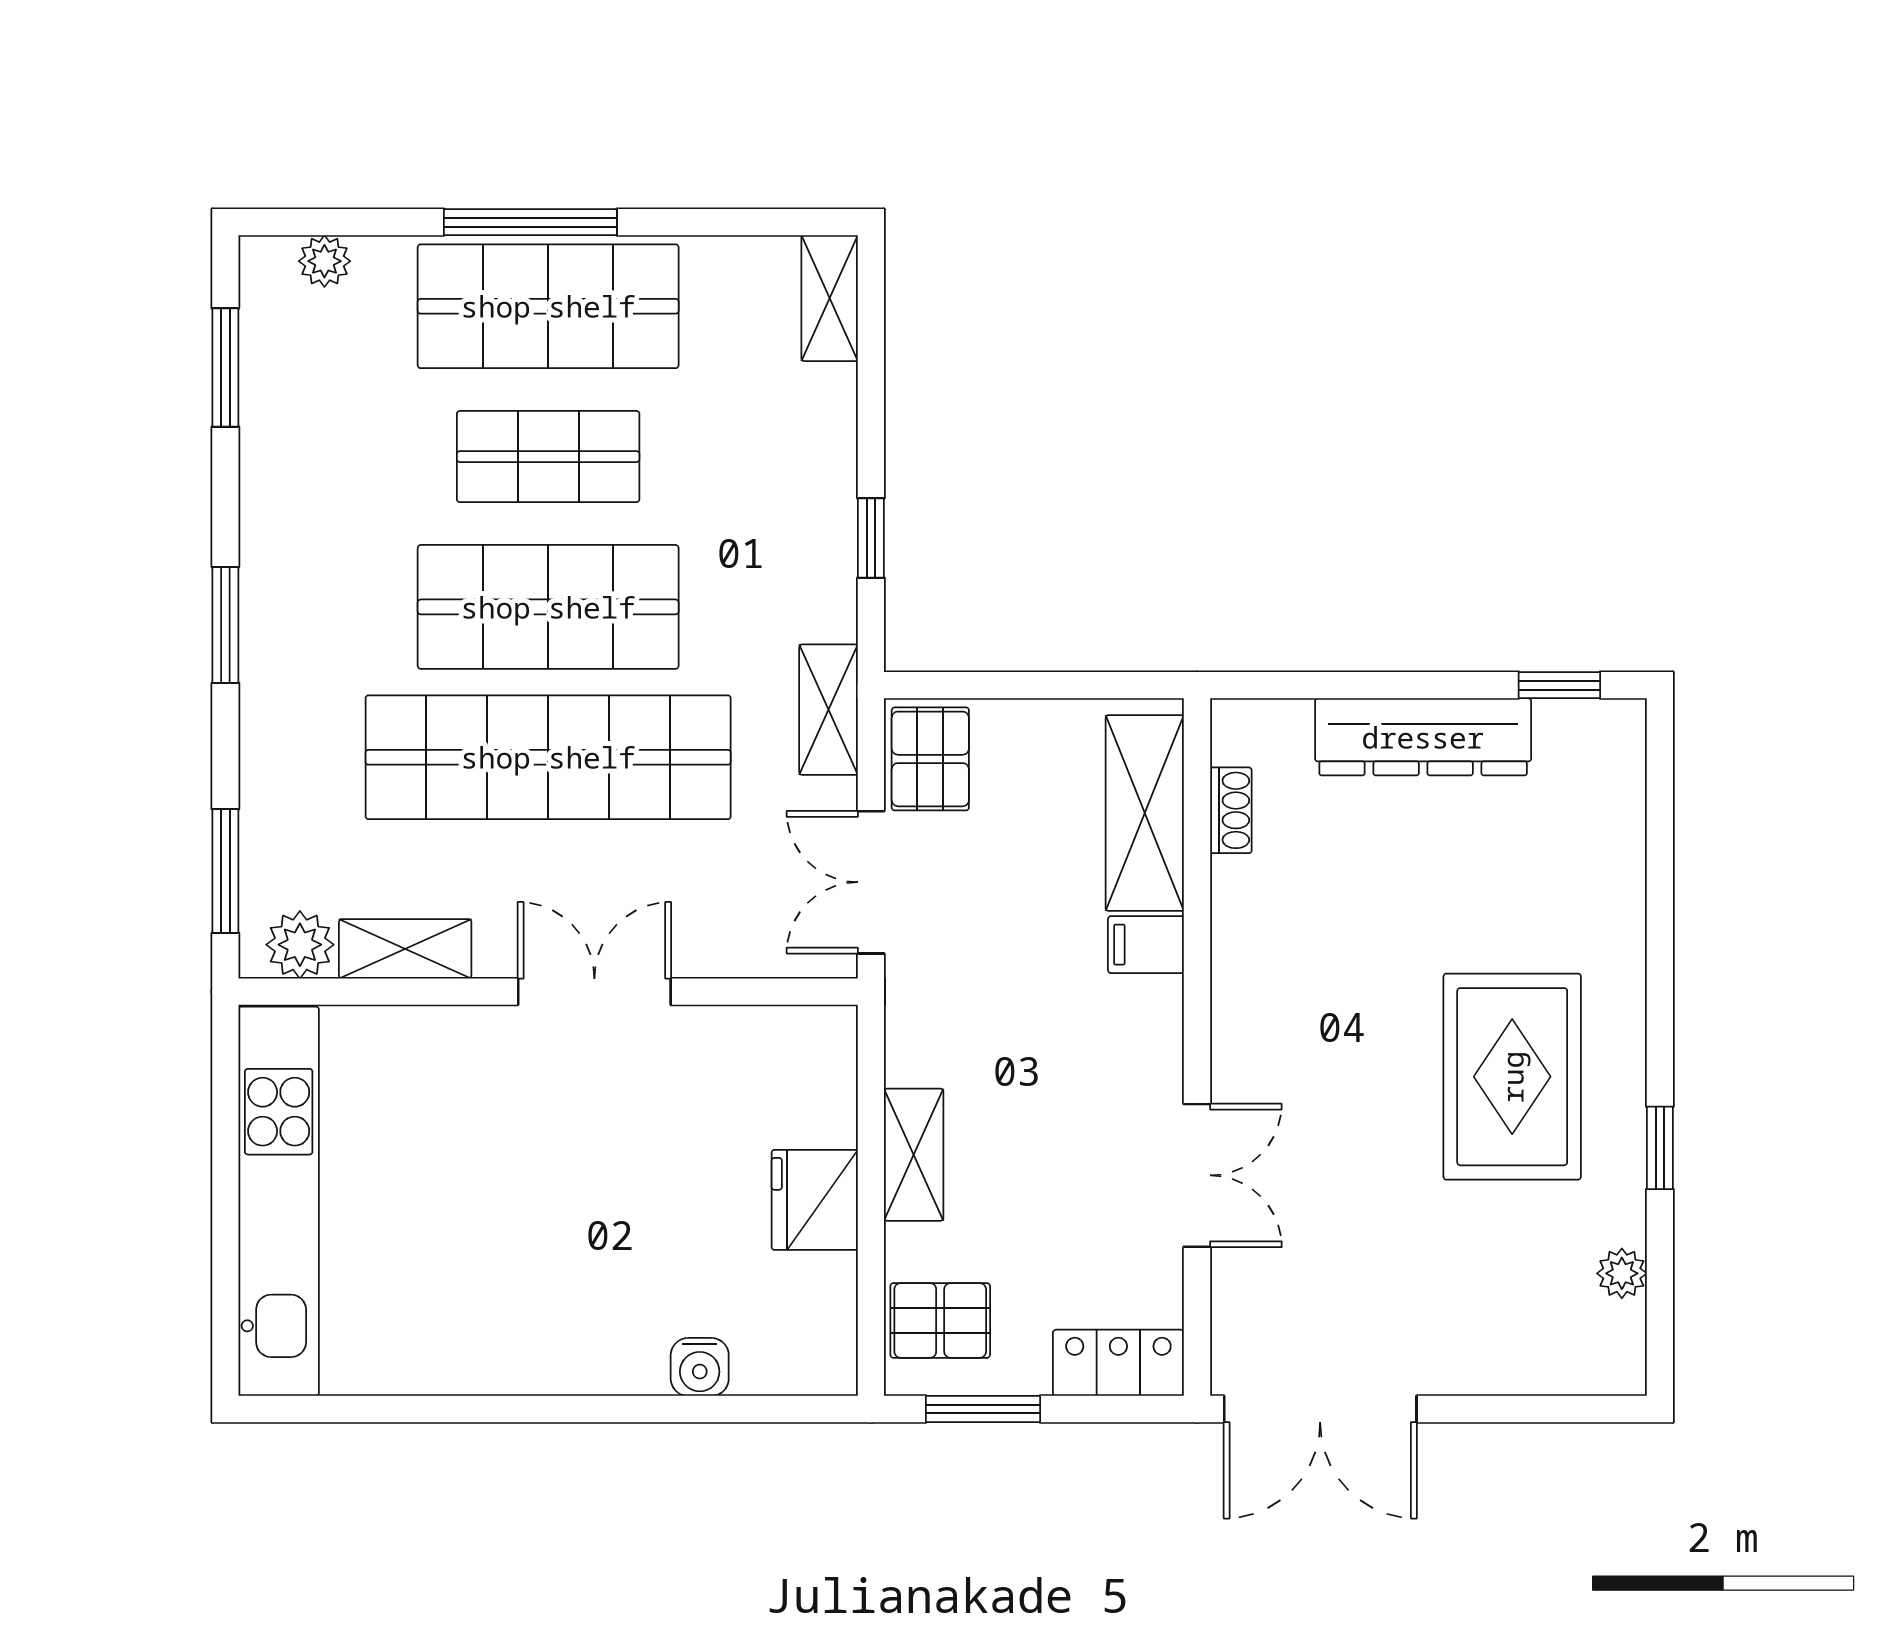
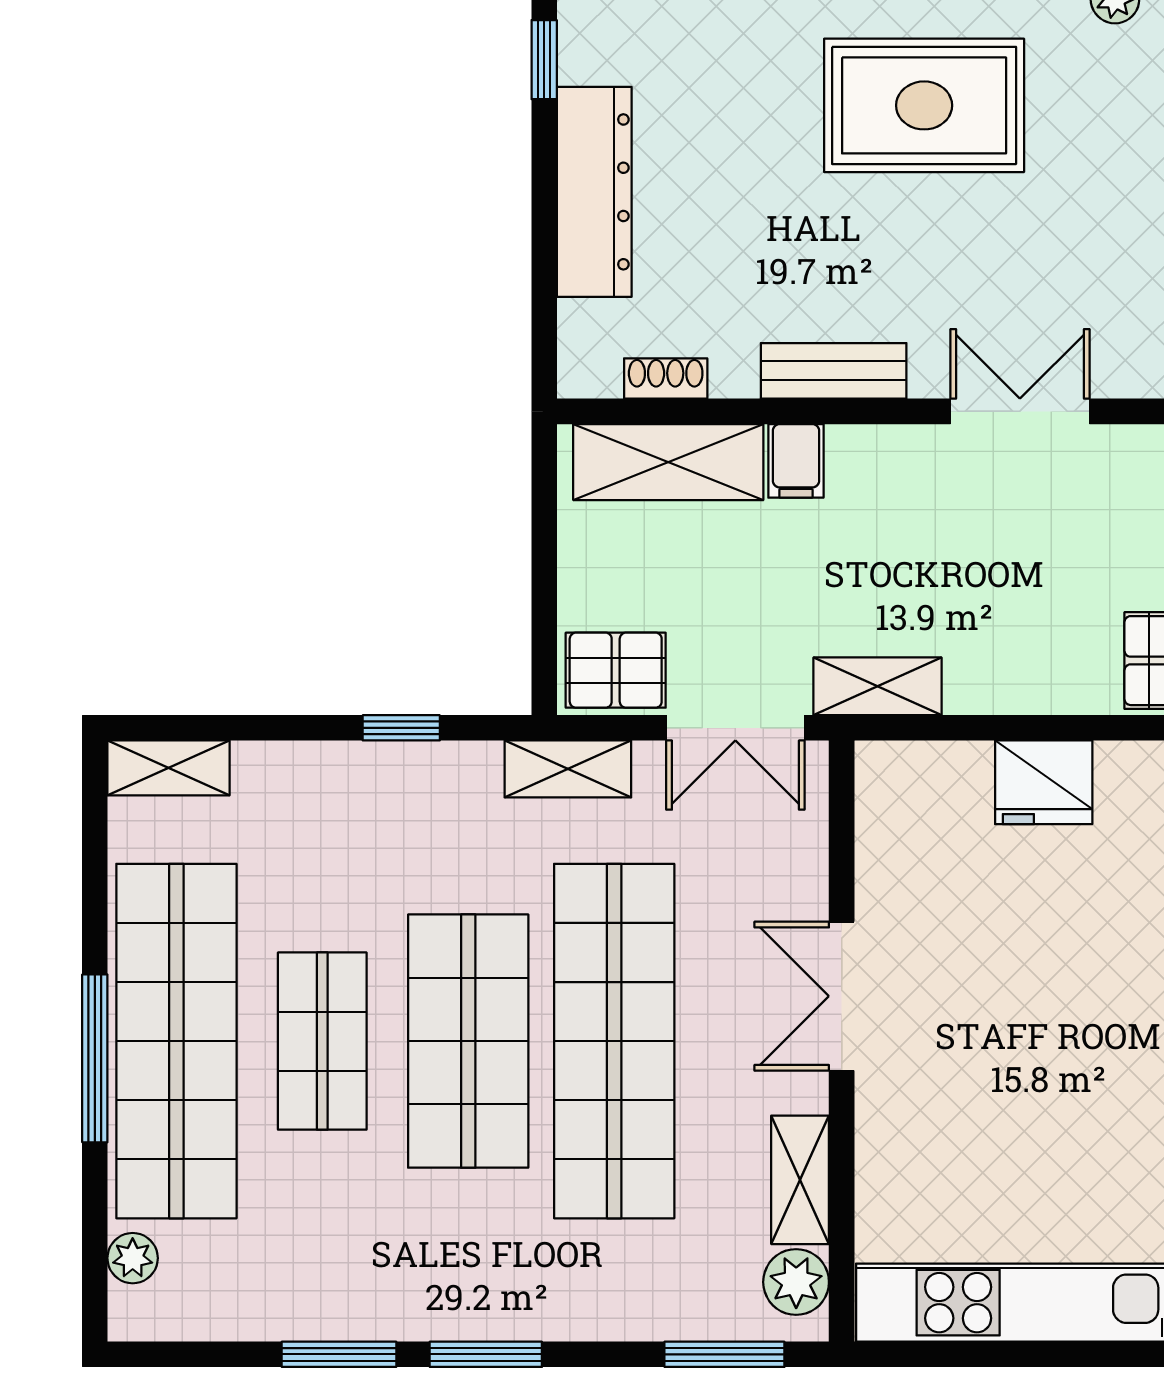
shop shelf: (548, 306) -> (176, 1041), width x1.40
window: (225, 368) -> (339, 1354), moved
bench: (1239, 983) -> (834, 371), added
shelving: (914, 1155) -> (878, 686), moved

